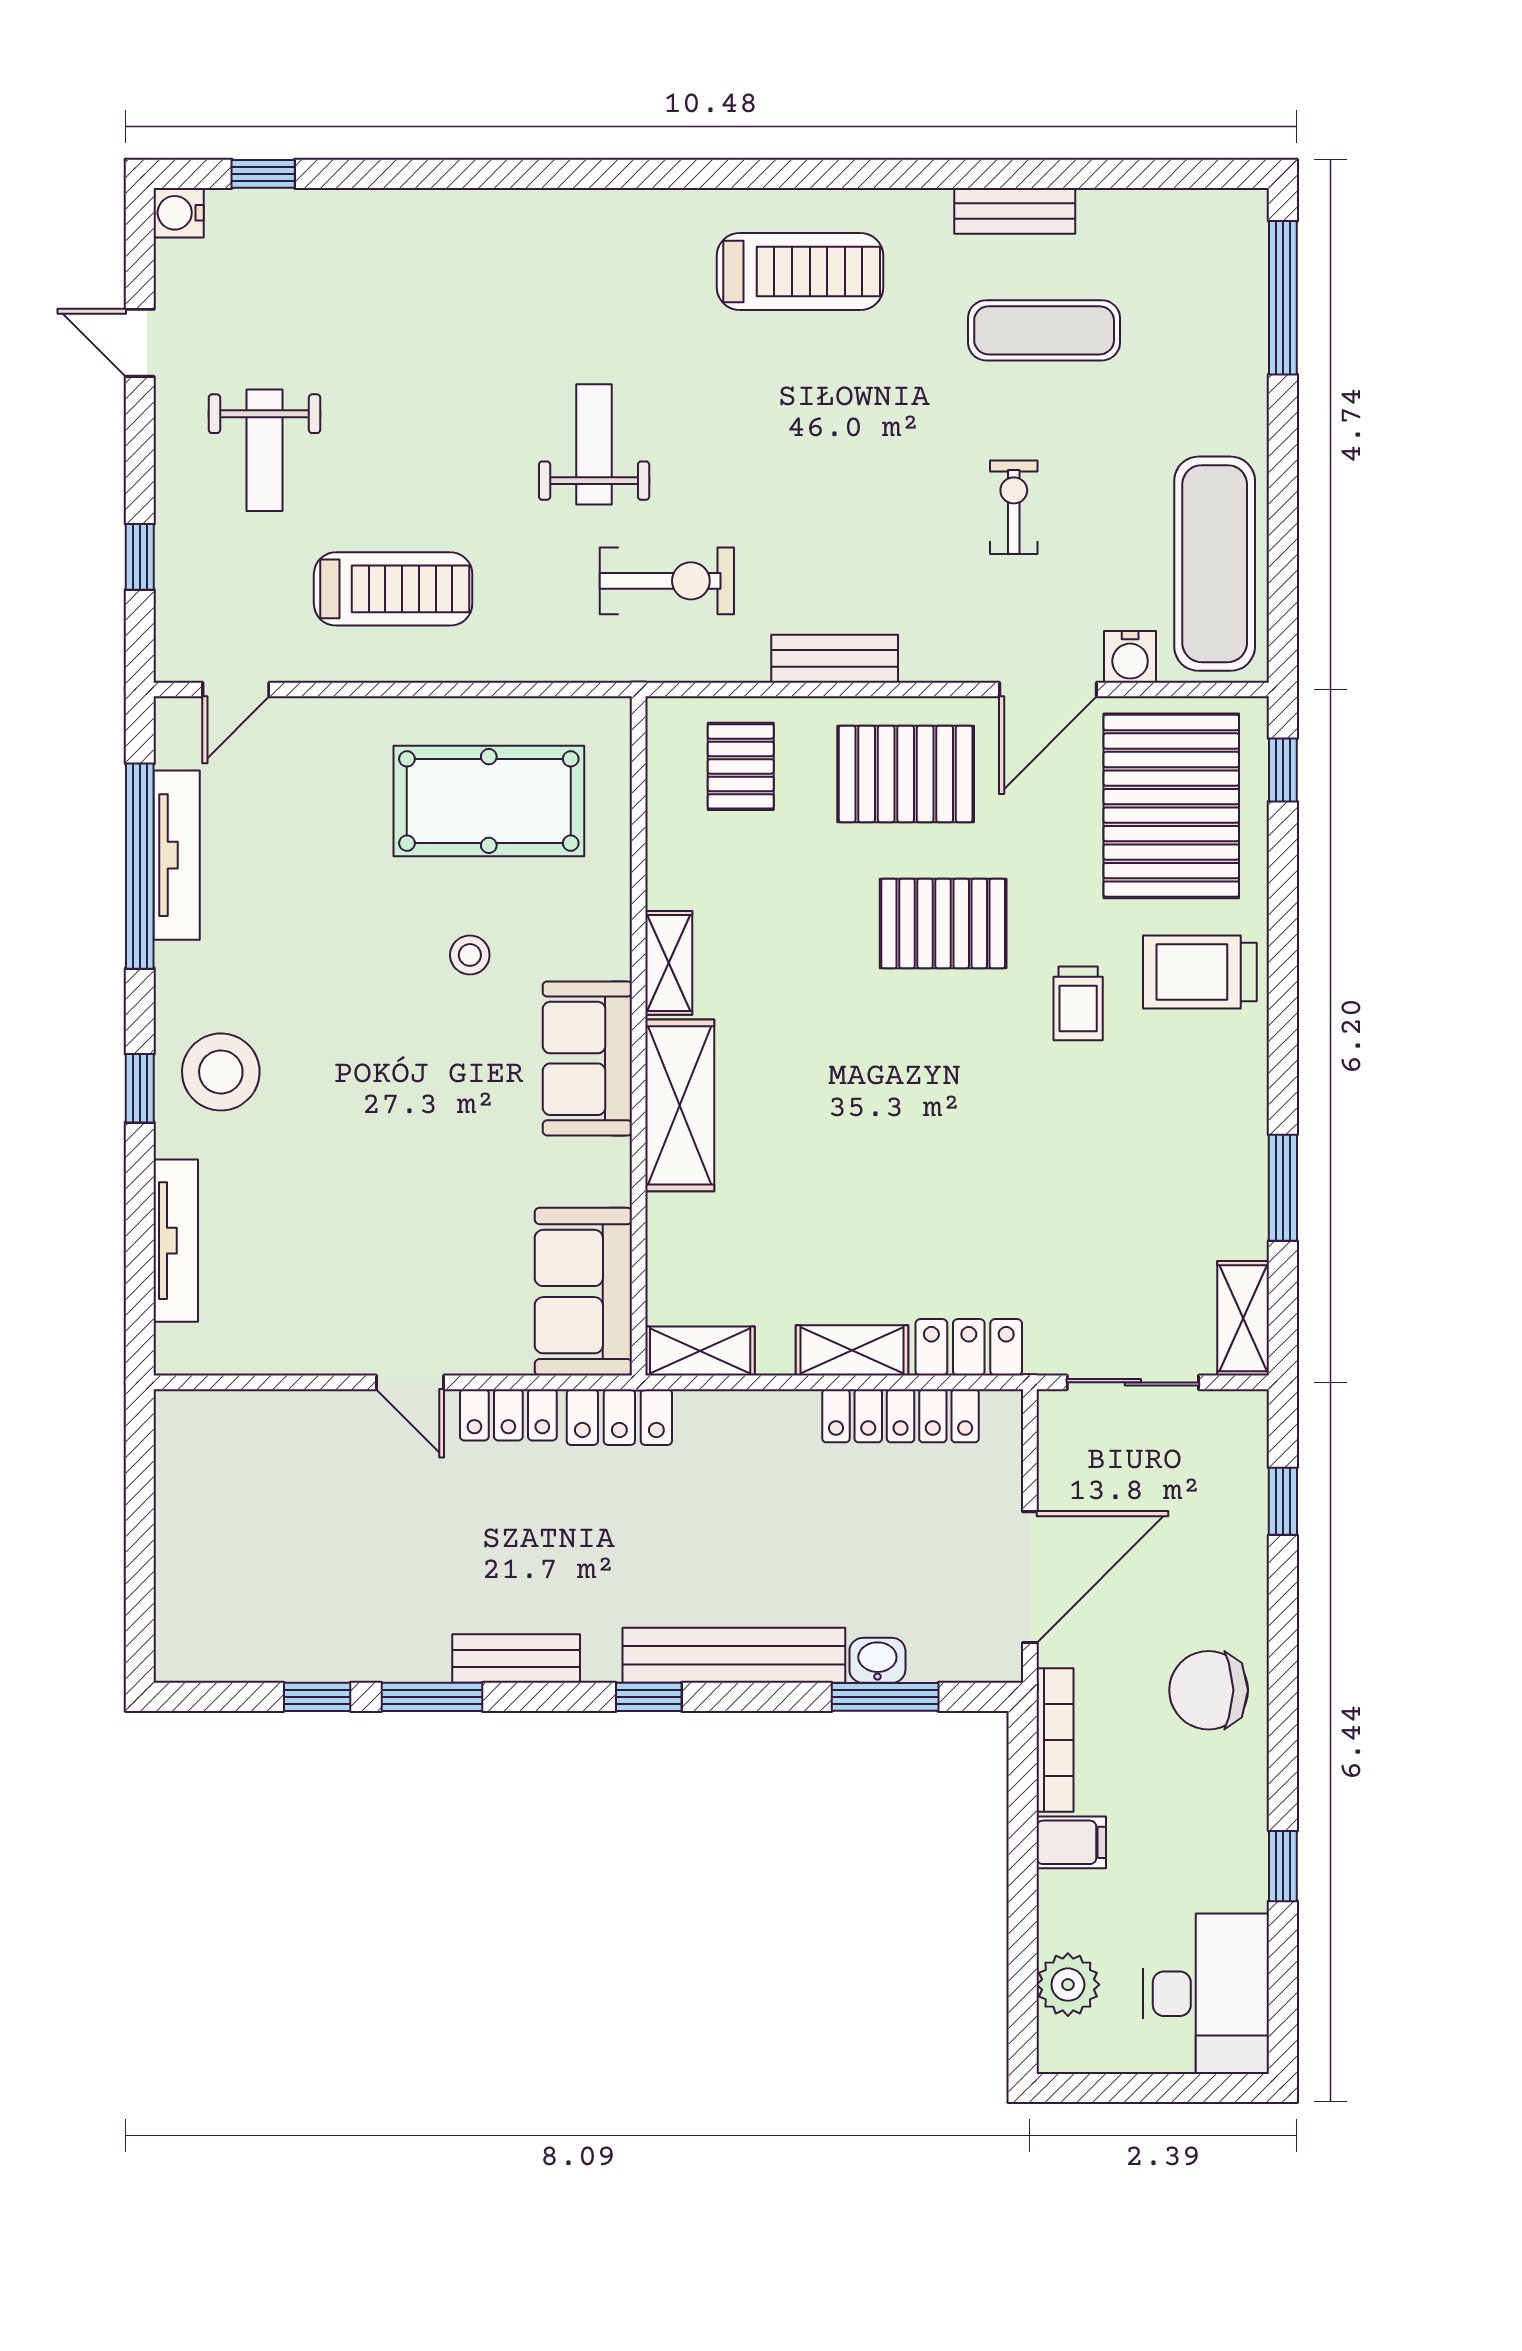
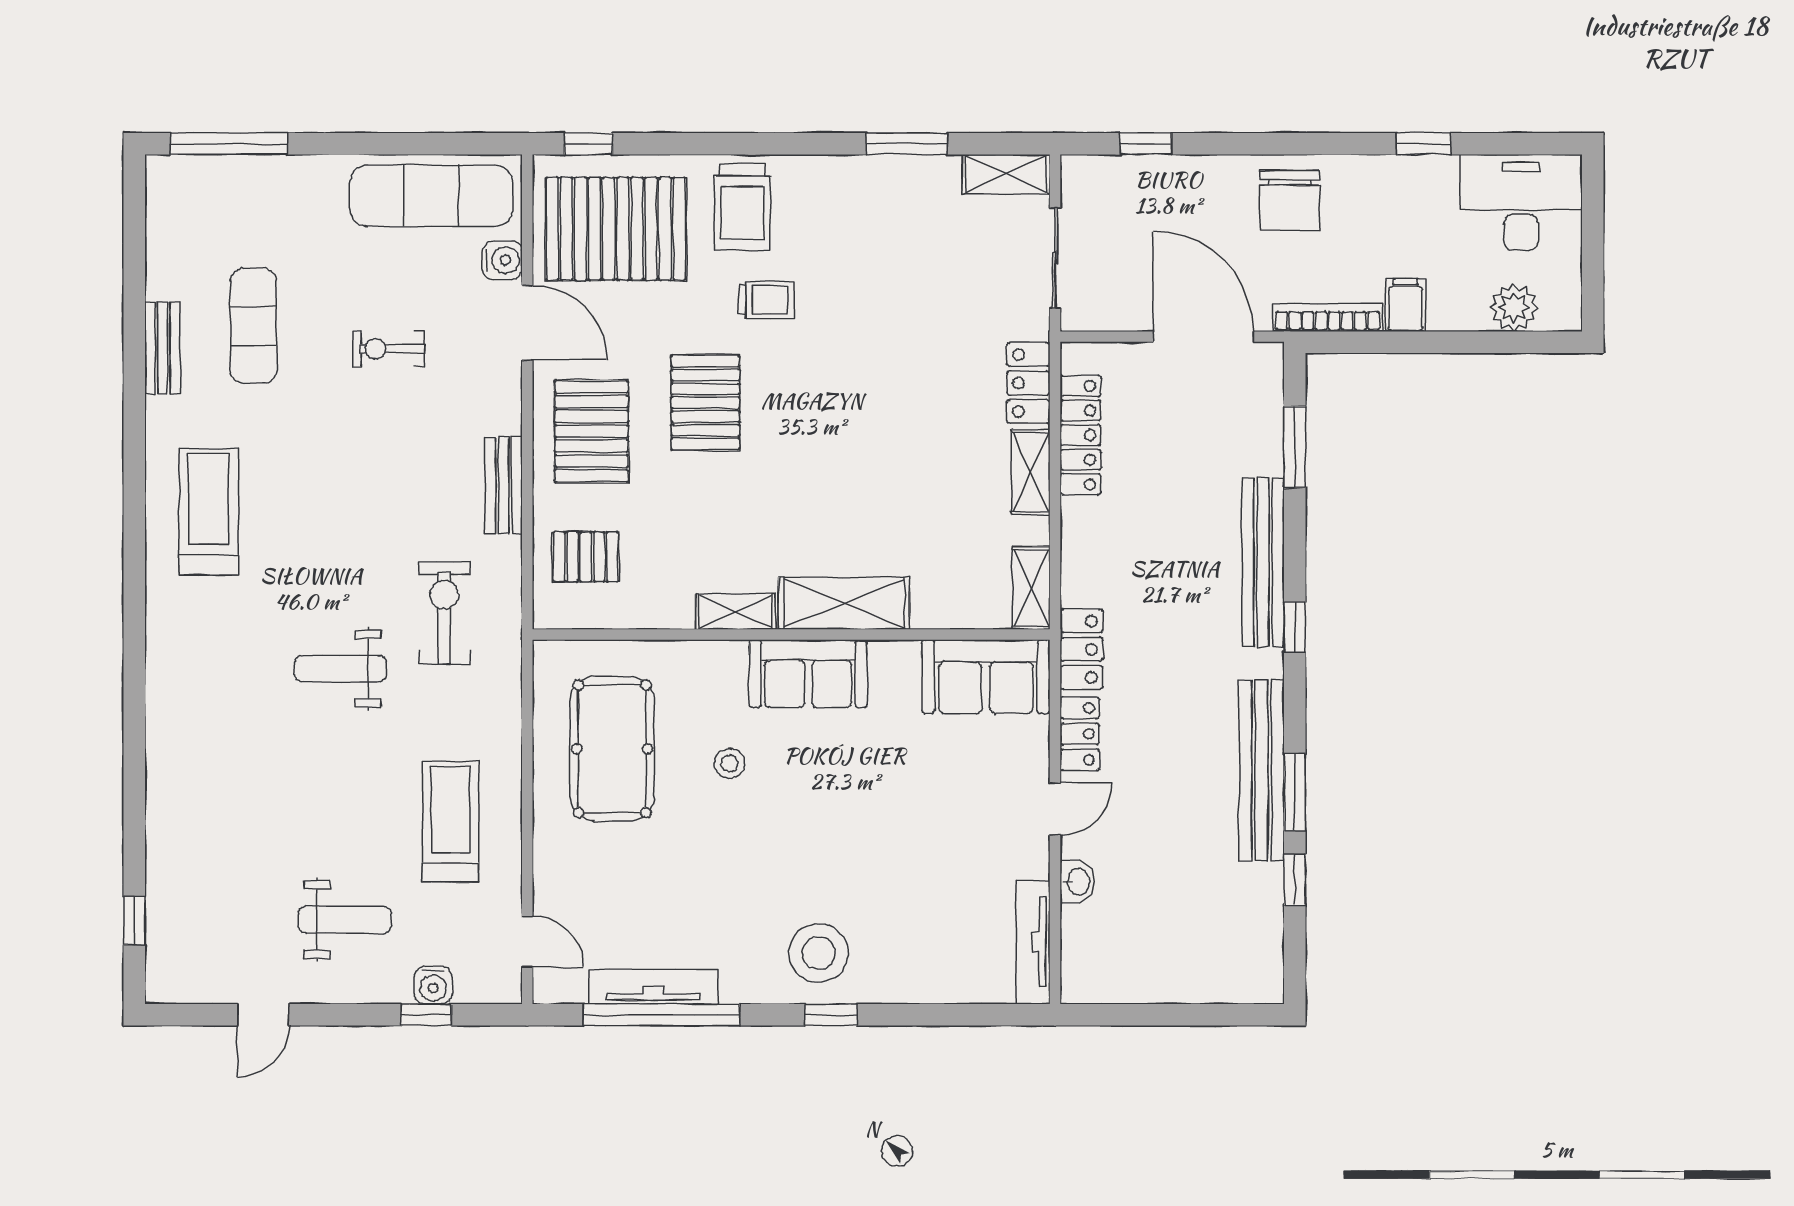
water cooler: (179, 213) -> (433, 985), moved
tv unit: (176, 1241) -> (1033, 942), moved, turned -90
bench: (516, 1659) -> (1262, 770), width x1.86, depth x1.21
washbasin: (877, 1660) -> (1077, 882), moved, turned 180

